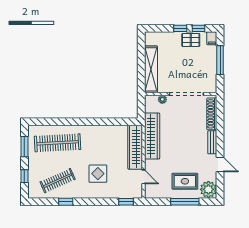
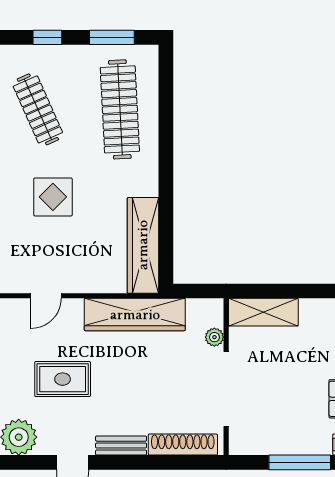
shelving: (151, 69) -> (263, 312), width x0.68
wardrobe: (135, 147) -> (143, 245), moved, turned -90
rug: (185, 181) -> (63, 379), moved, turned 90

